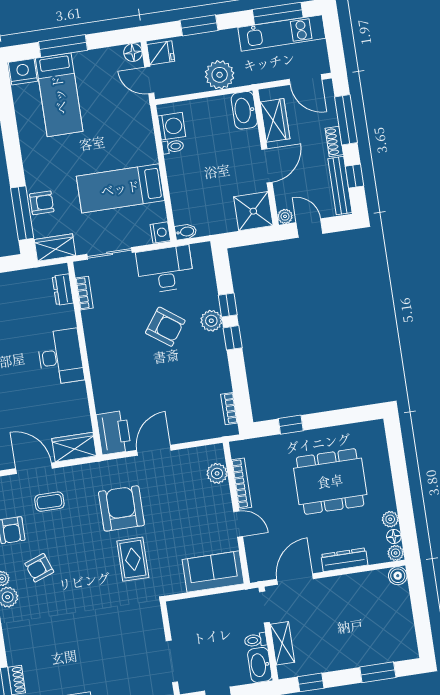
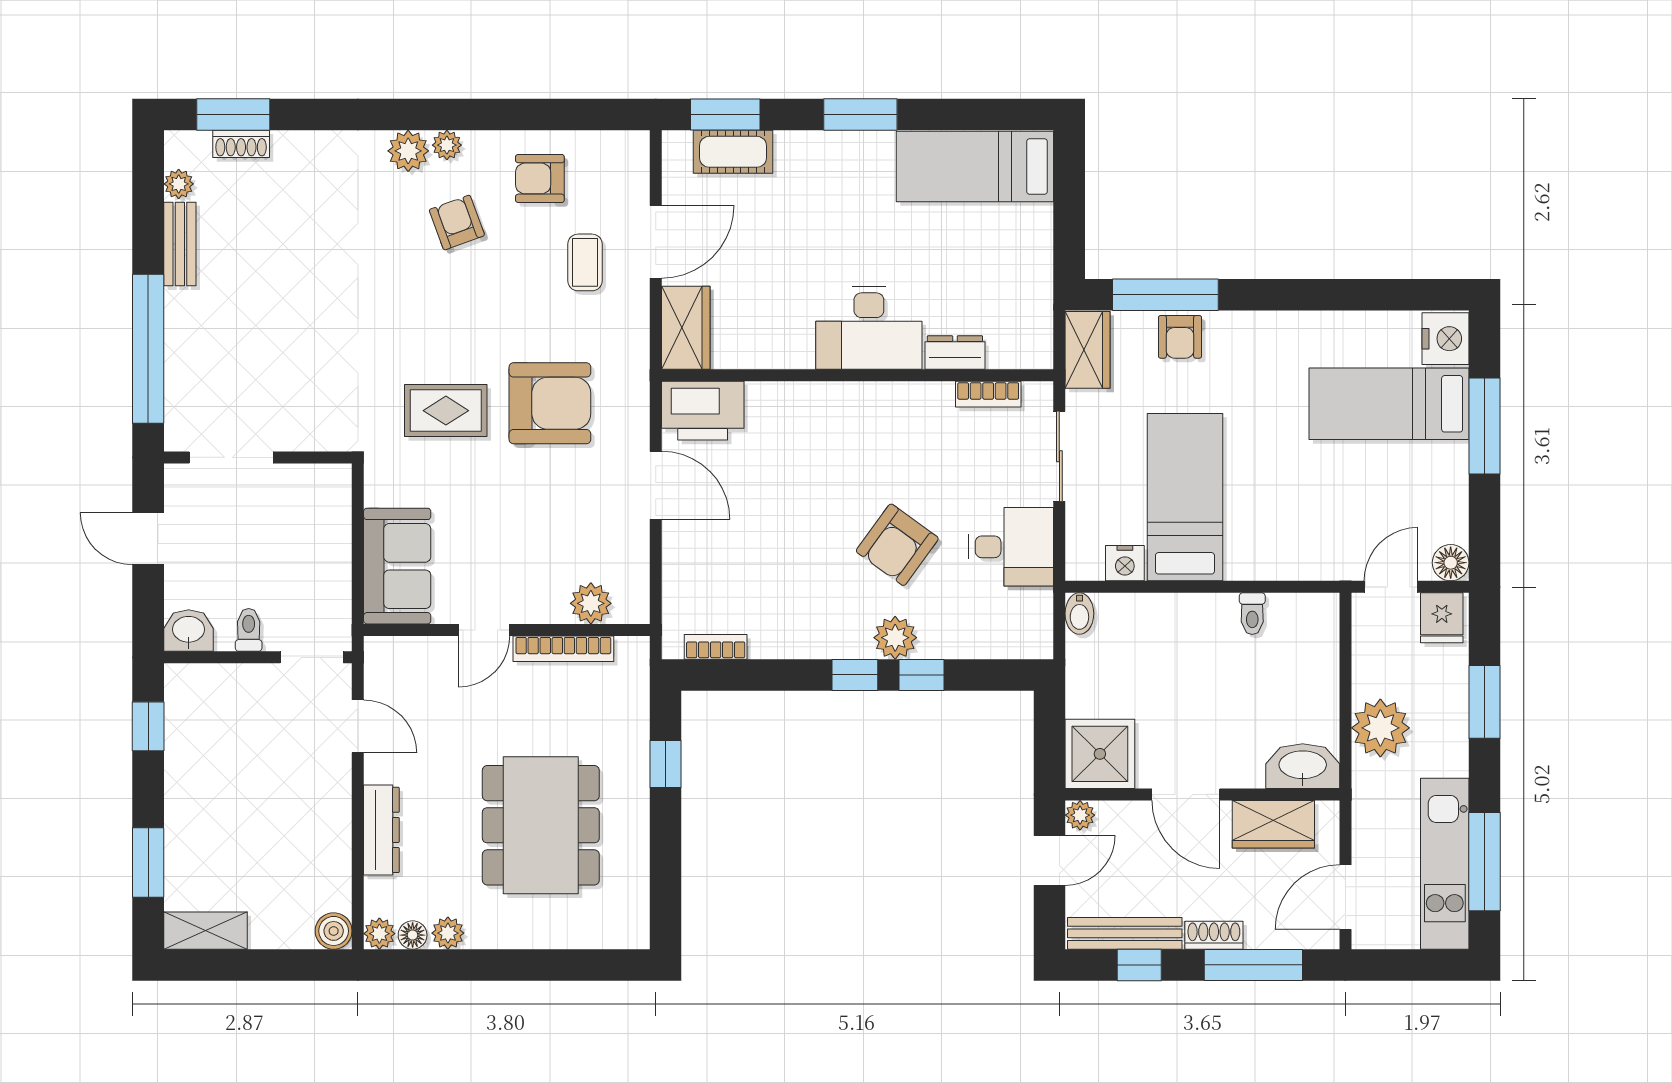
washing machine: (172, 126) -> (1293, 617), removed
nightstand: (160, 232) -> (1125, 563), moved
desk: (165, 269) -> (1011, 547), width x0.73
dresser: (63, 290) -> (955, 352), moved
door: (295, 579) -> (358, 726), width x0.73
shelving: (282, 643) -> (205, 931), moved
washbasin: (260, 665) -> (189, 631), width x0.72

